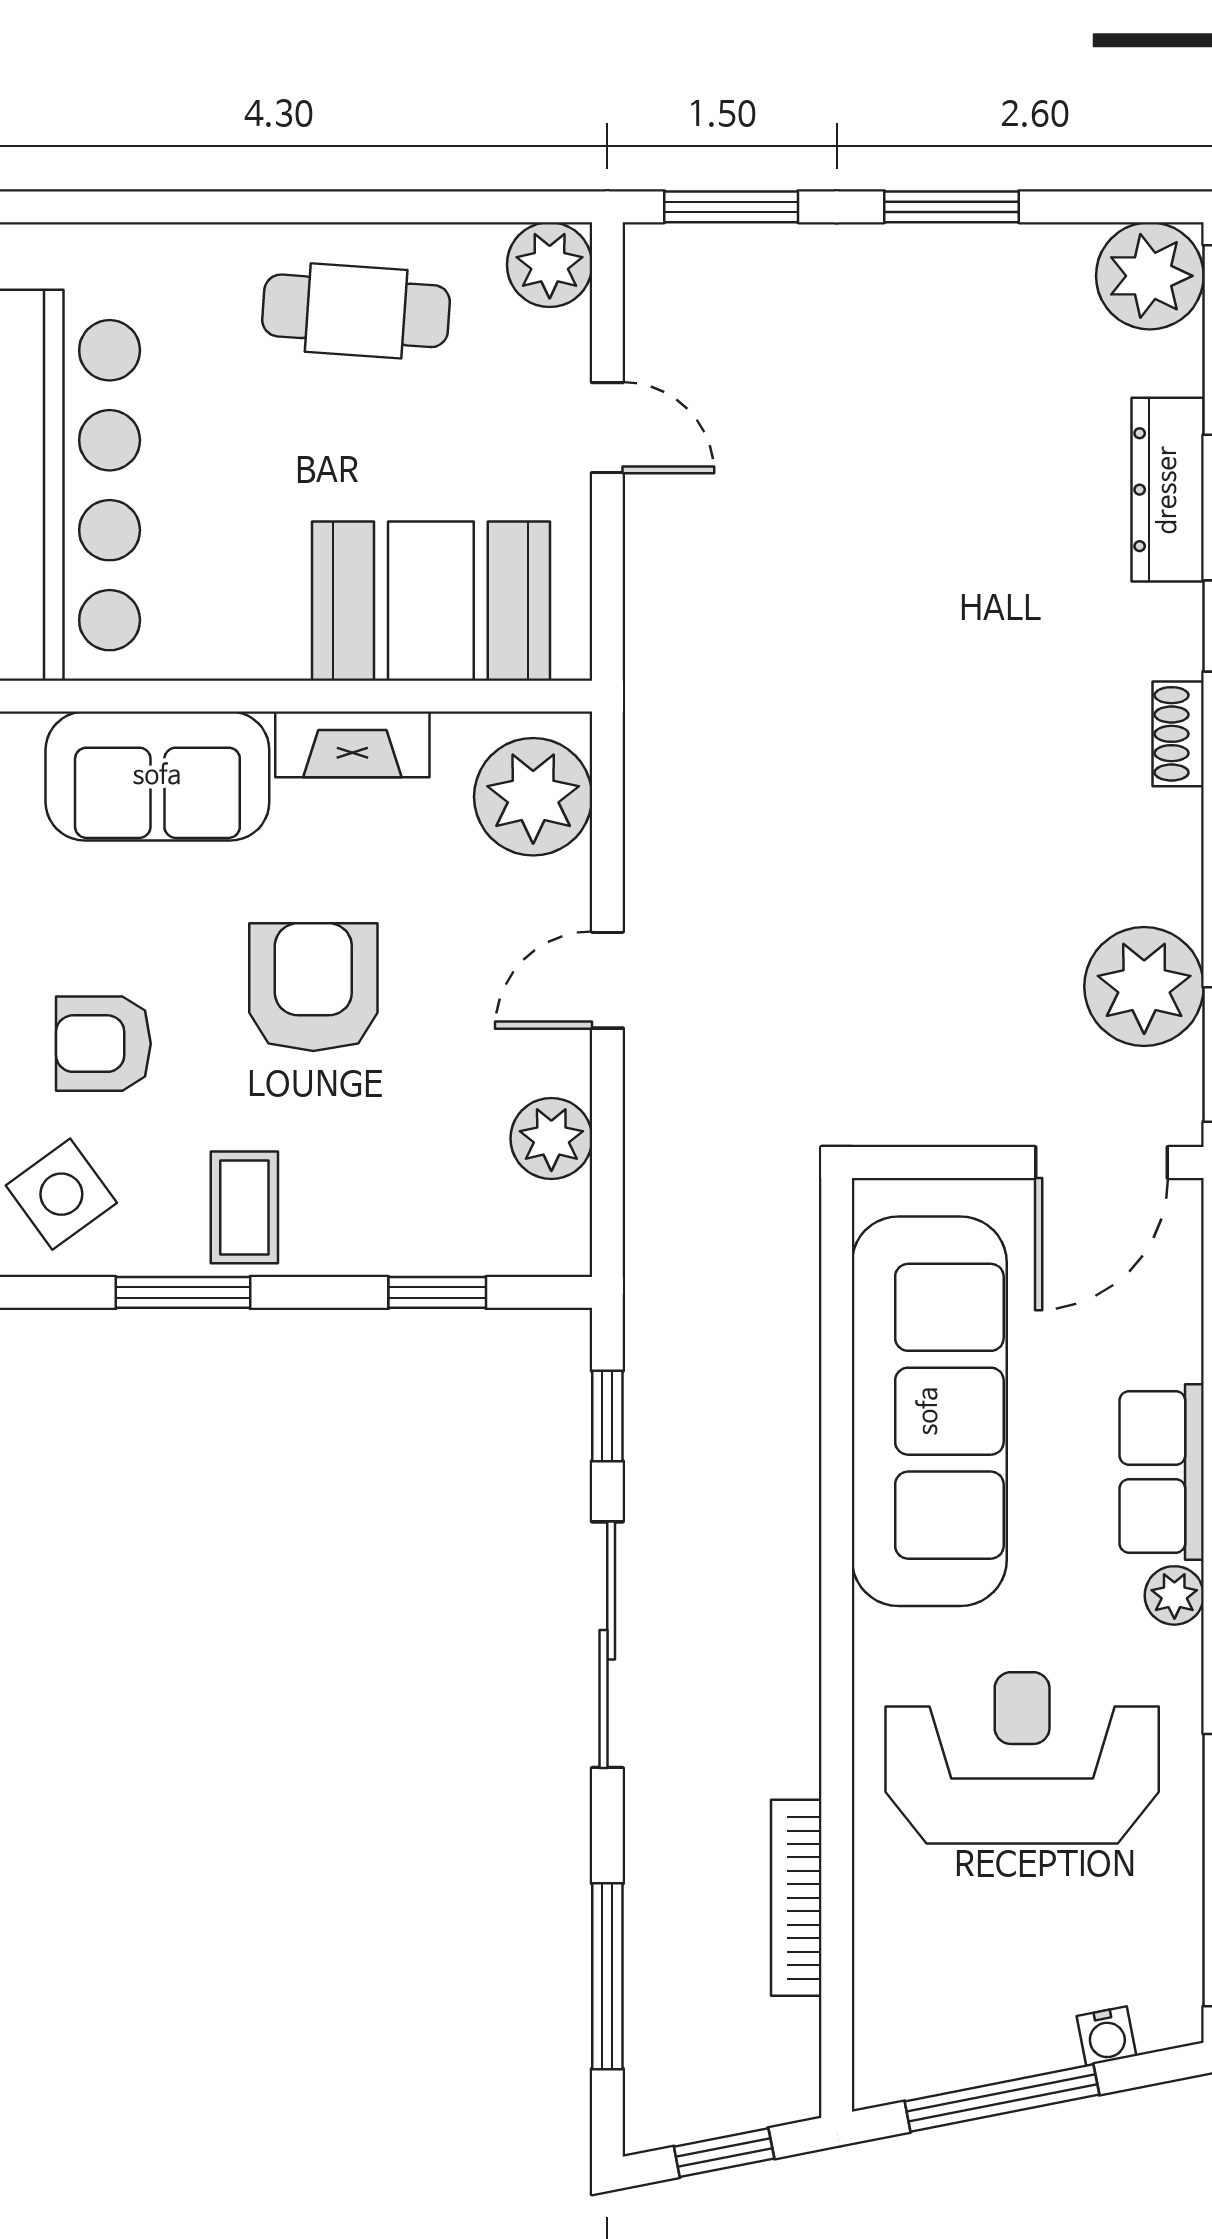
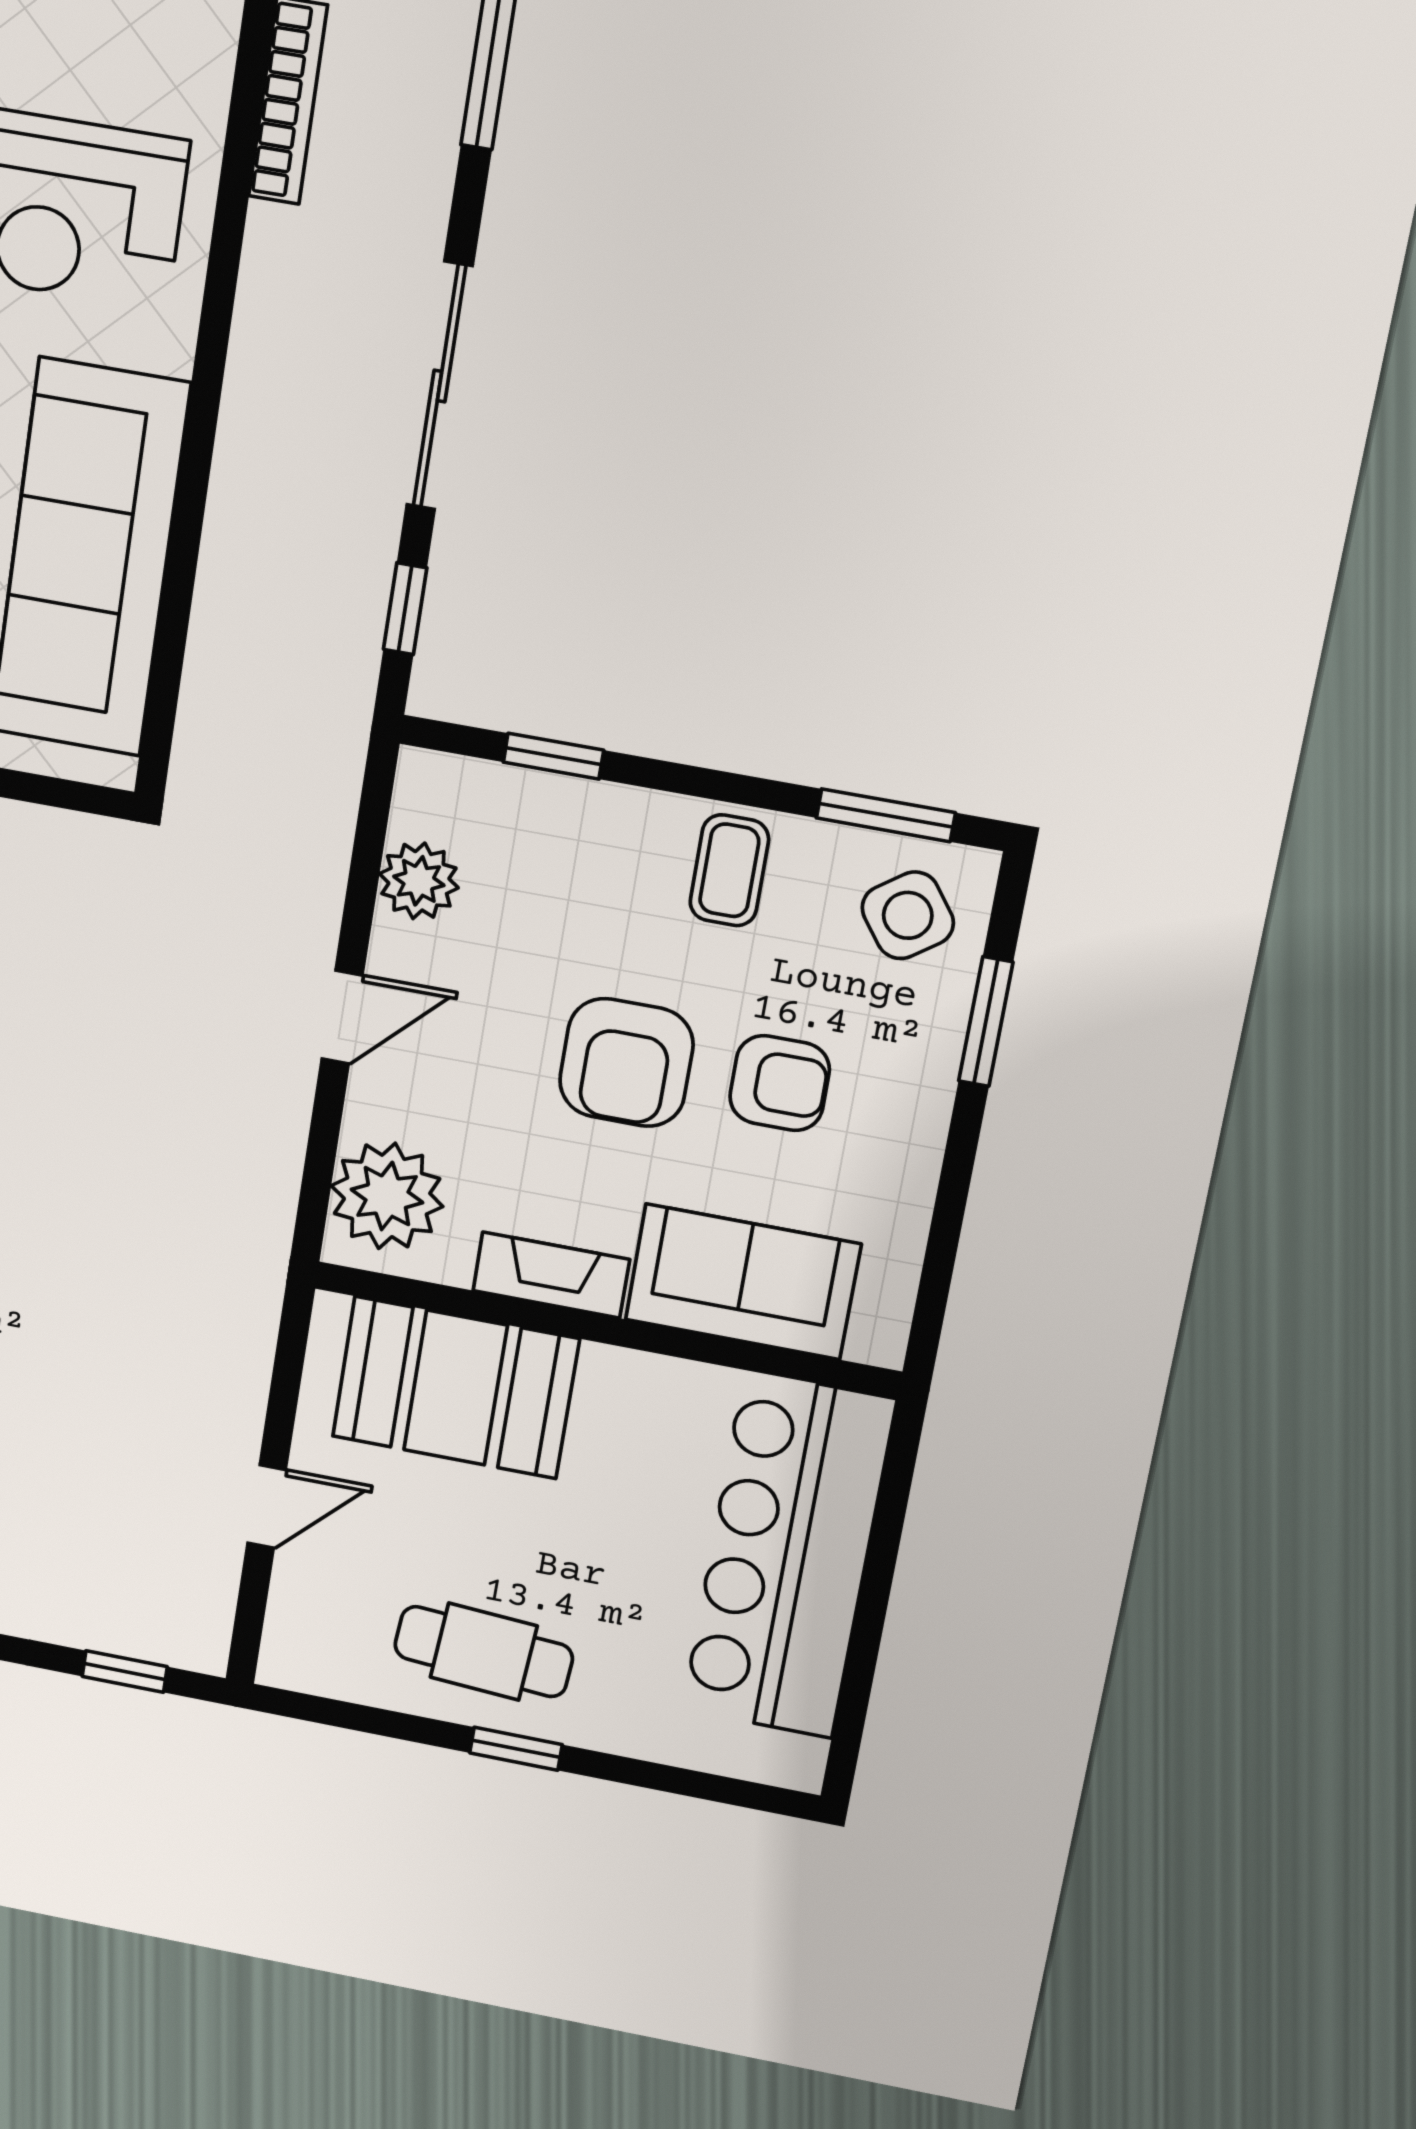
window: (305, 207) -> (516, 1749), added
window: (731, 207) -> (125, 1672), width x0.67
plant: (550, 265) -> (298, 1656), removed
door: (607, 428) -> (267, 1506), swing flipped
armchair: (103, 1044) -> (780, 1083), moved
window: (183, 1292) -> (886, 815), moved

